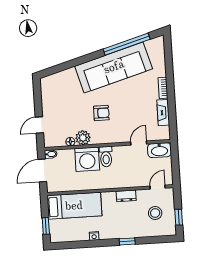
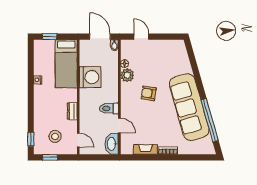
armchair: (101, 113) -> (149, 93), turned 99
toilet: (106, 157) -> (109, 108), moved
washing machine: (87, 159) -> (90, 77), moved, turned 180
window: (127, 241) -> (31, 139), moved

